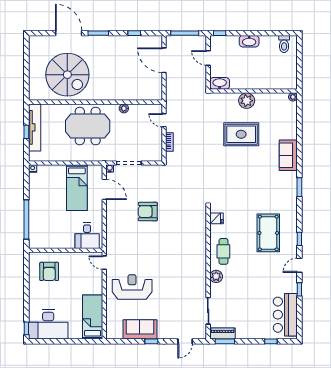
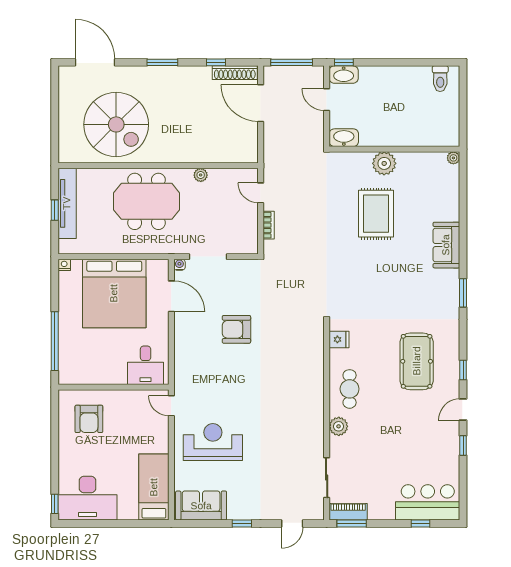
door: (69, 33) -> (95, 62), moved
shoe rack: (147, 40) -> (235, 73), added
washbasin: (249, 41) -> (344, 75), moved
rug: (241, 134) -> (376, 214), turned 90
bed: (77, 188) -> (114, 293), width x2.04
bar counter: (285, 315) -> (428, 502), moved, turned 90
sofa: (140, 329) -> (201, 506), moved

